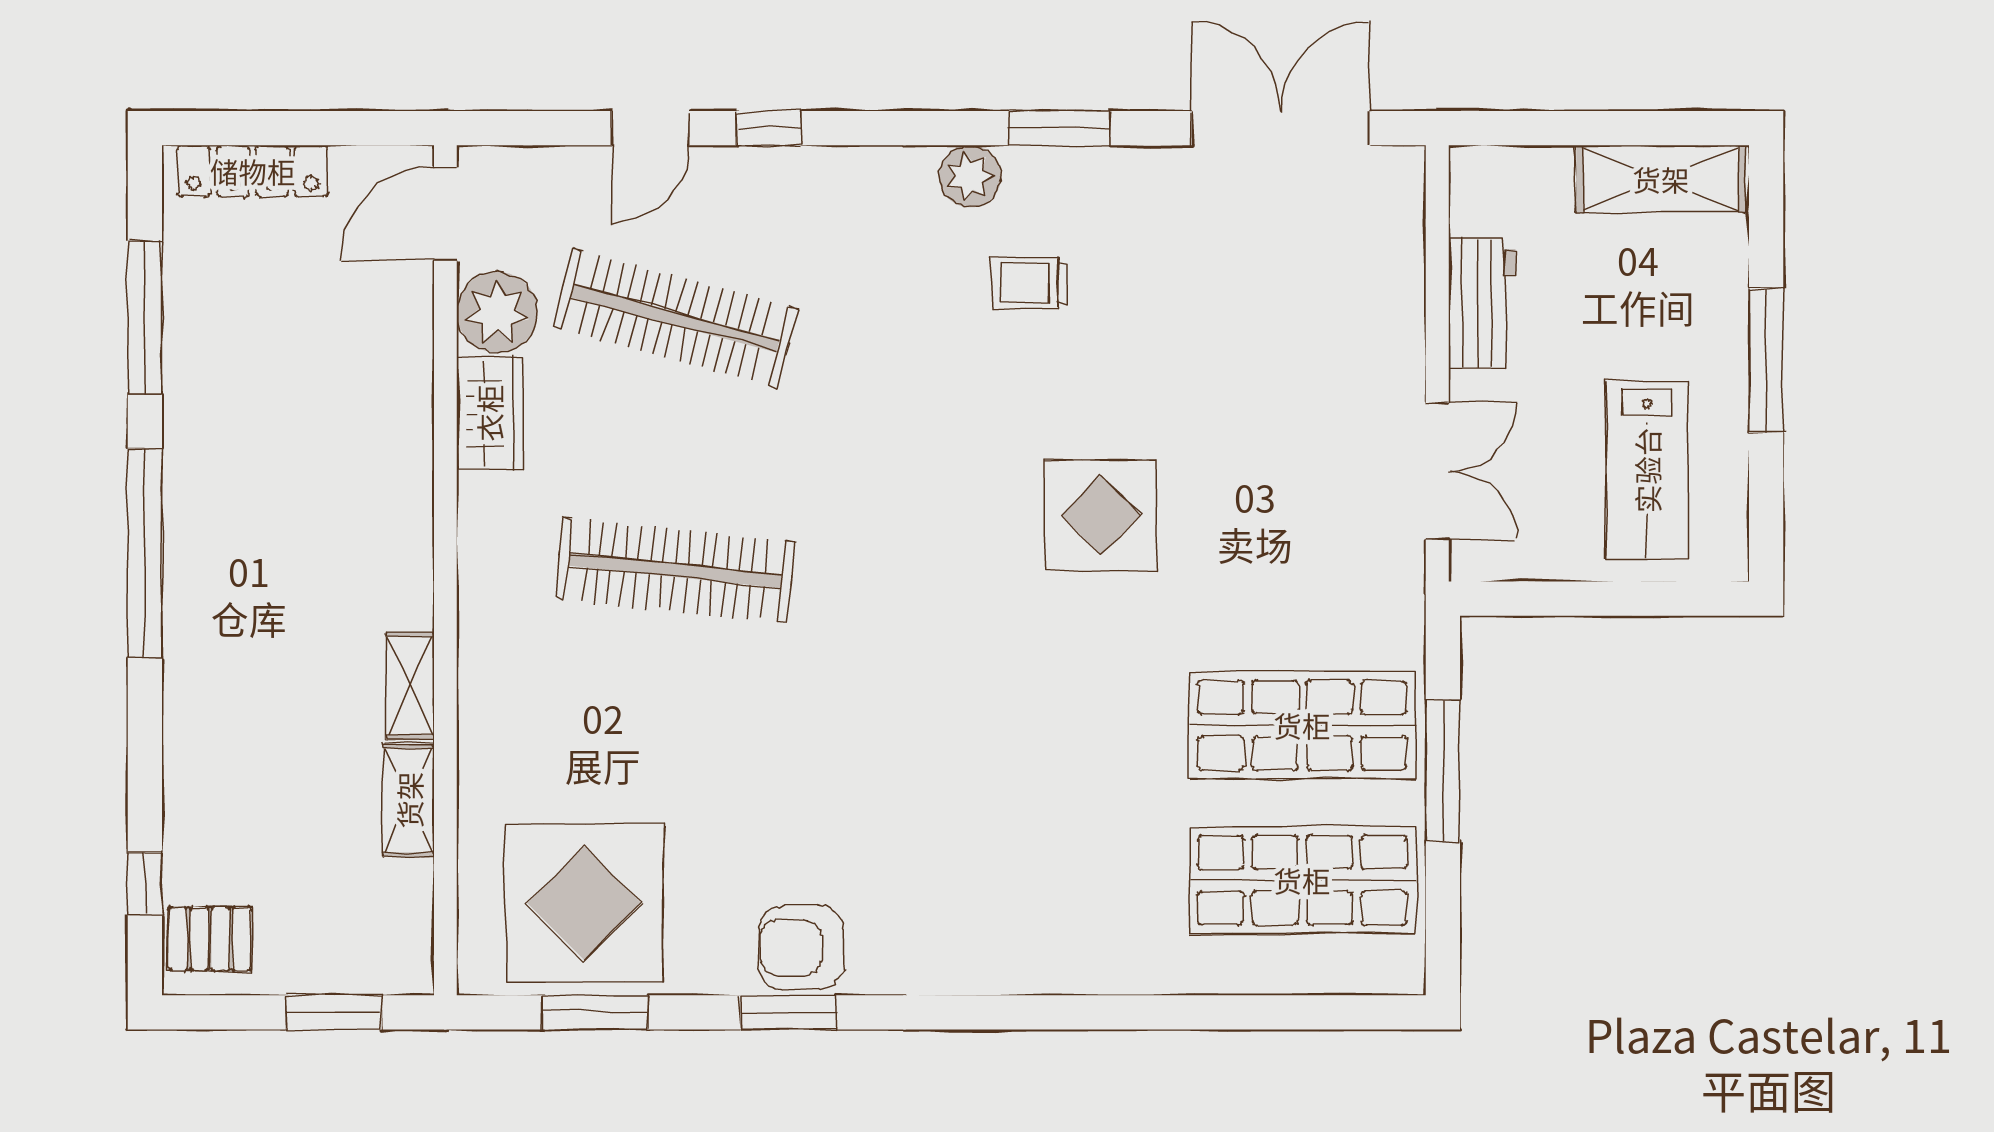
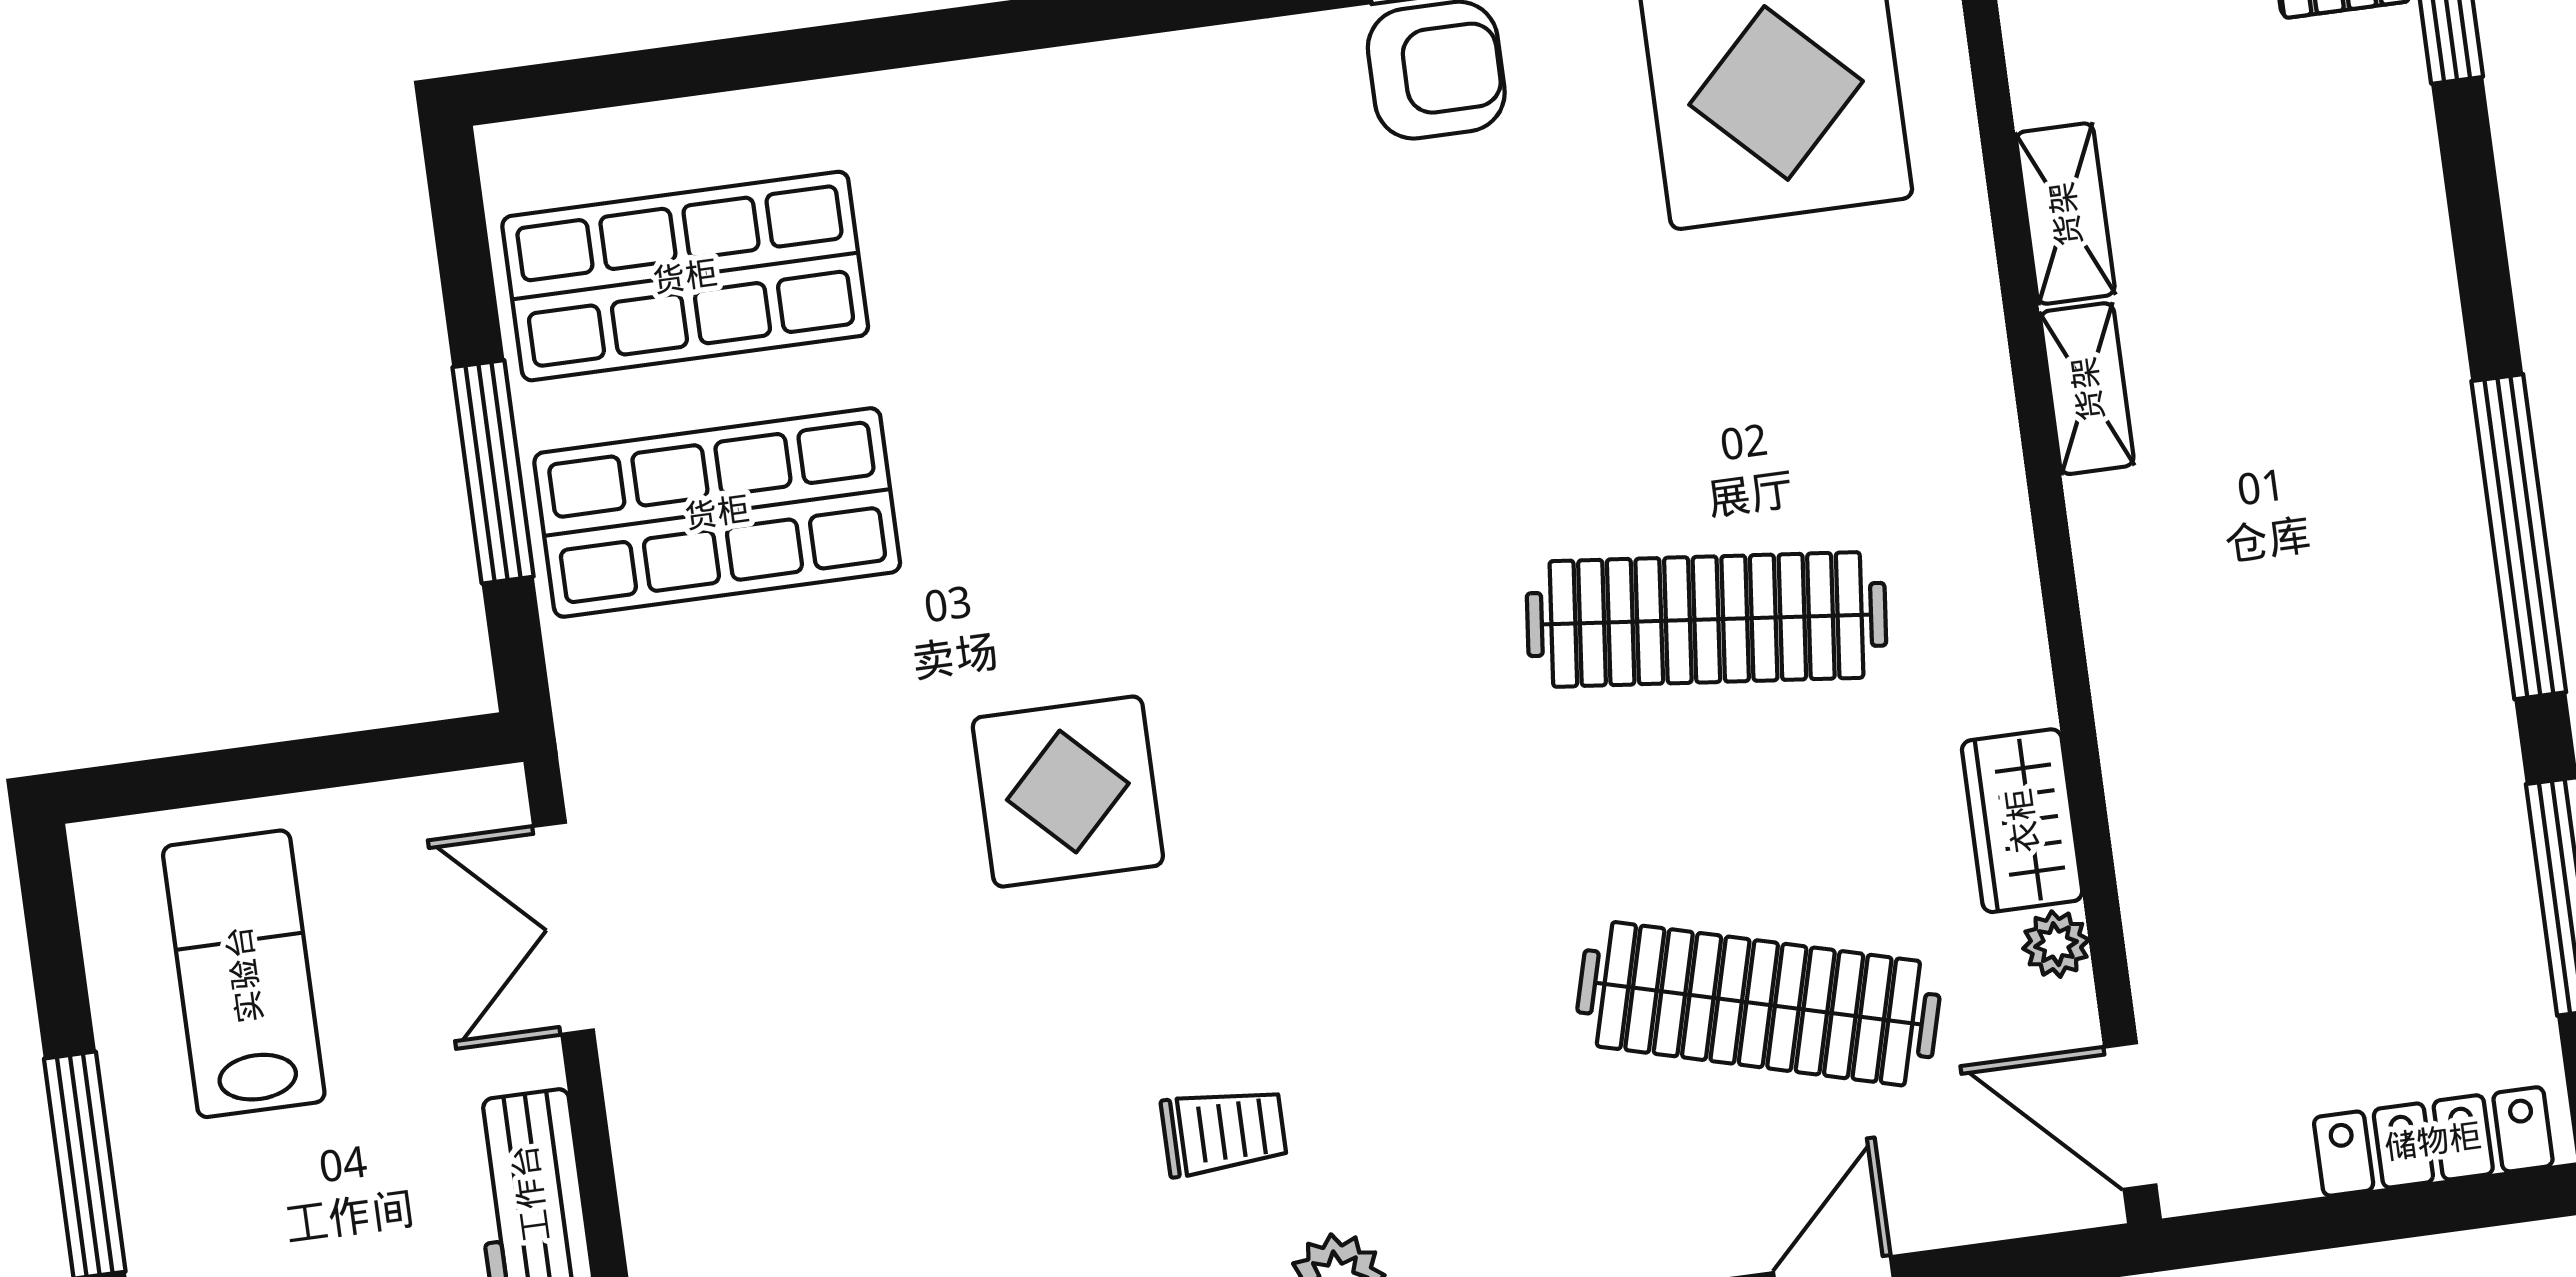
door: (445, 214) -> (2130, 1116), swing flipped
plant: (497, 312) -> (2056, 944), width x0.53, depth x0.53

